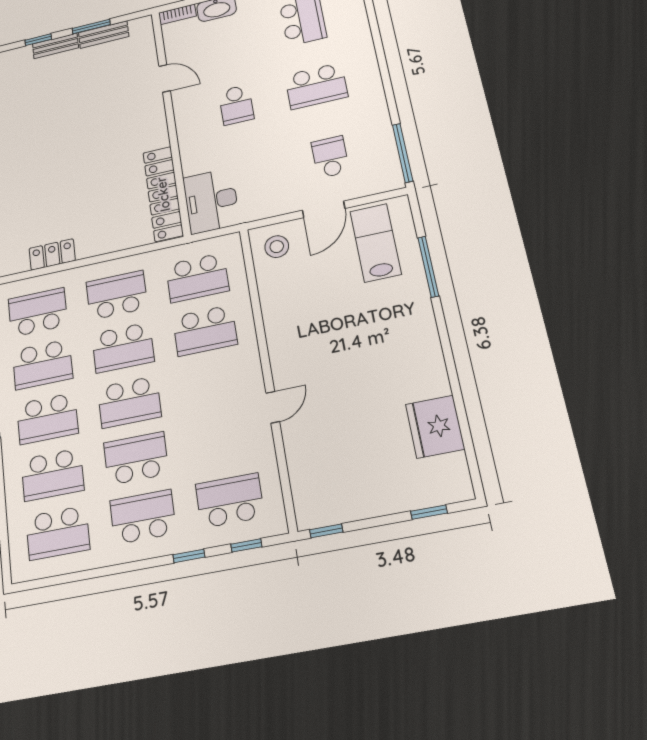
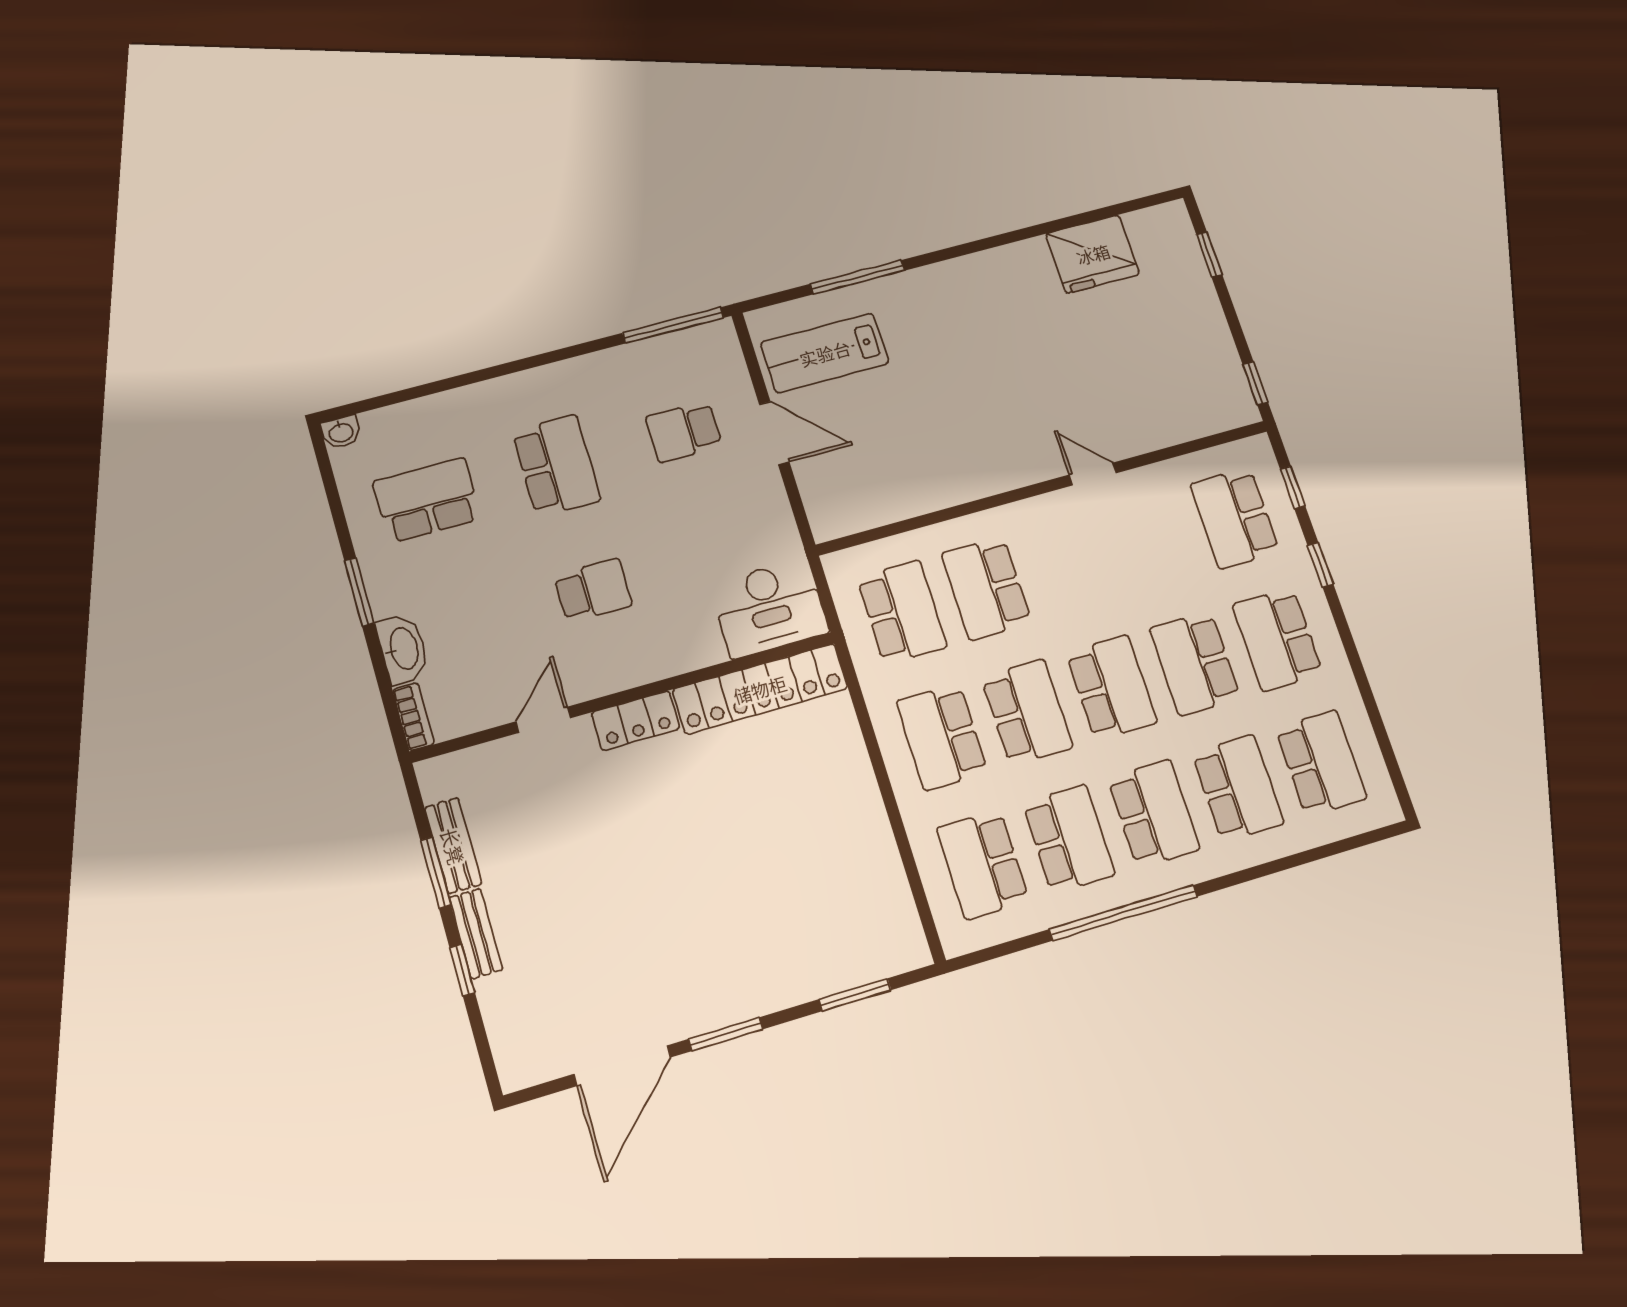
stool: (277, 247) -> (841, 497), removed
locker: (52, 254) -> (636, 721), moved, turned -90
school desk: (205, 330) -> (987, 588), turned 180

